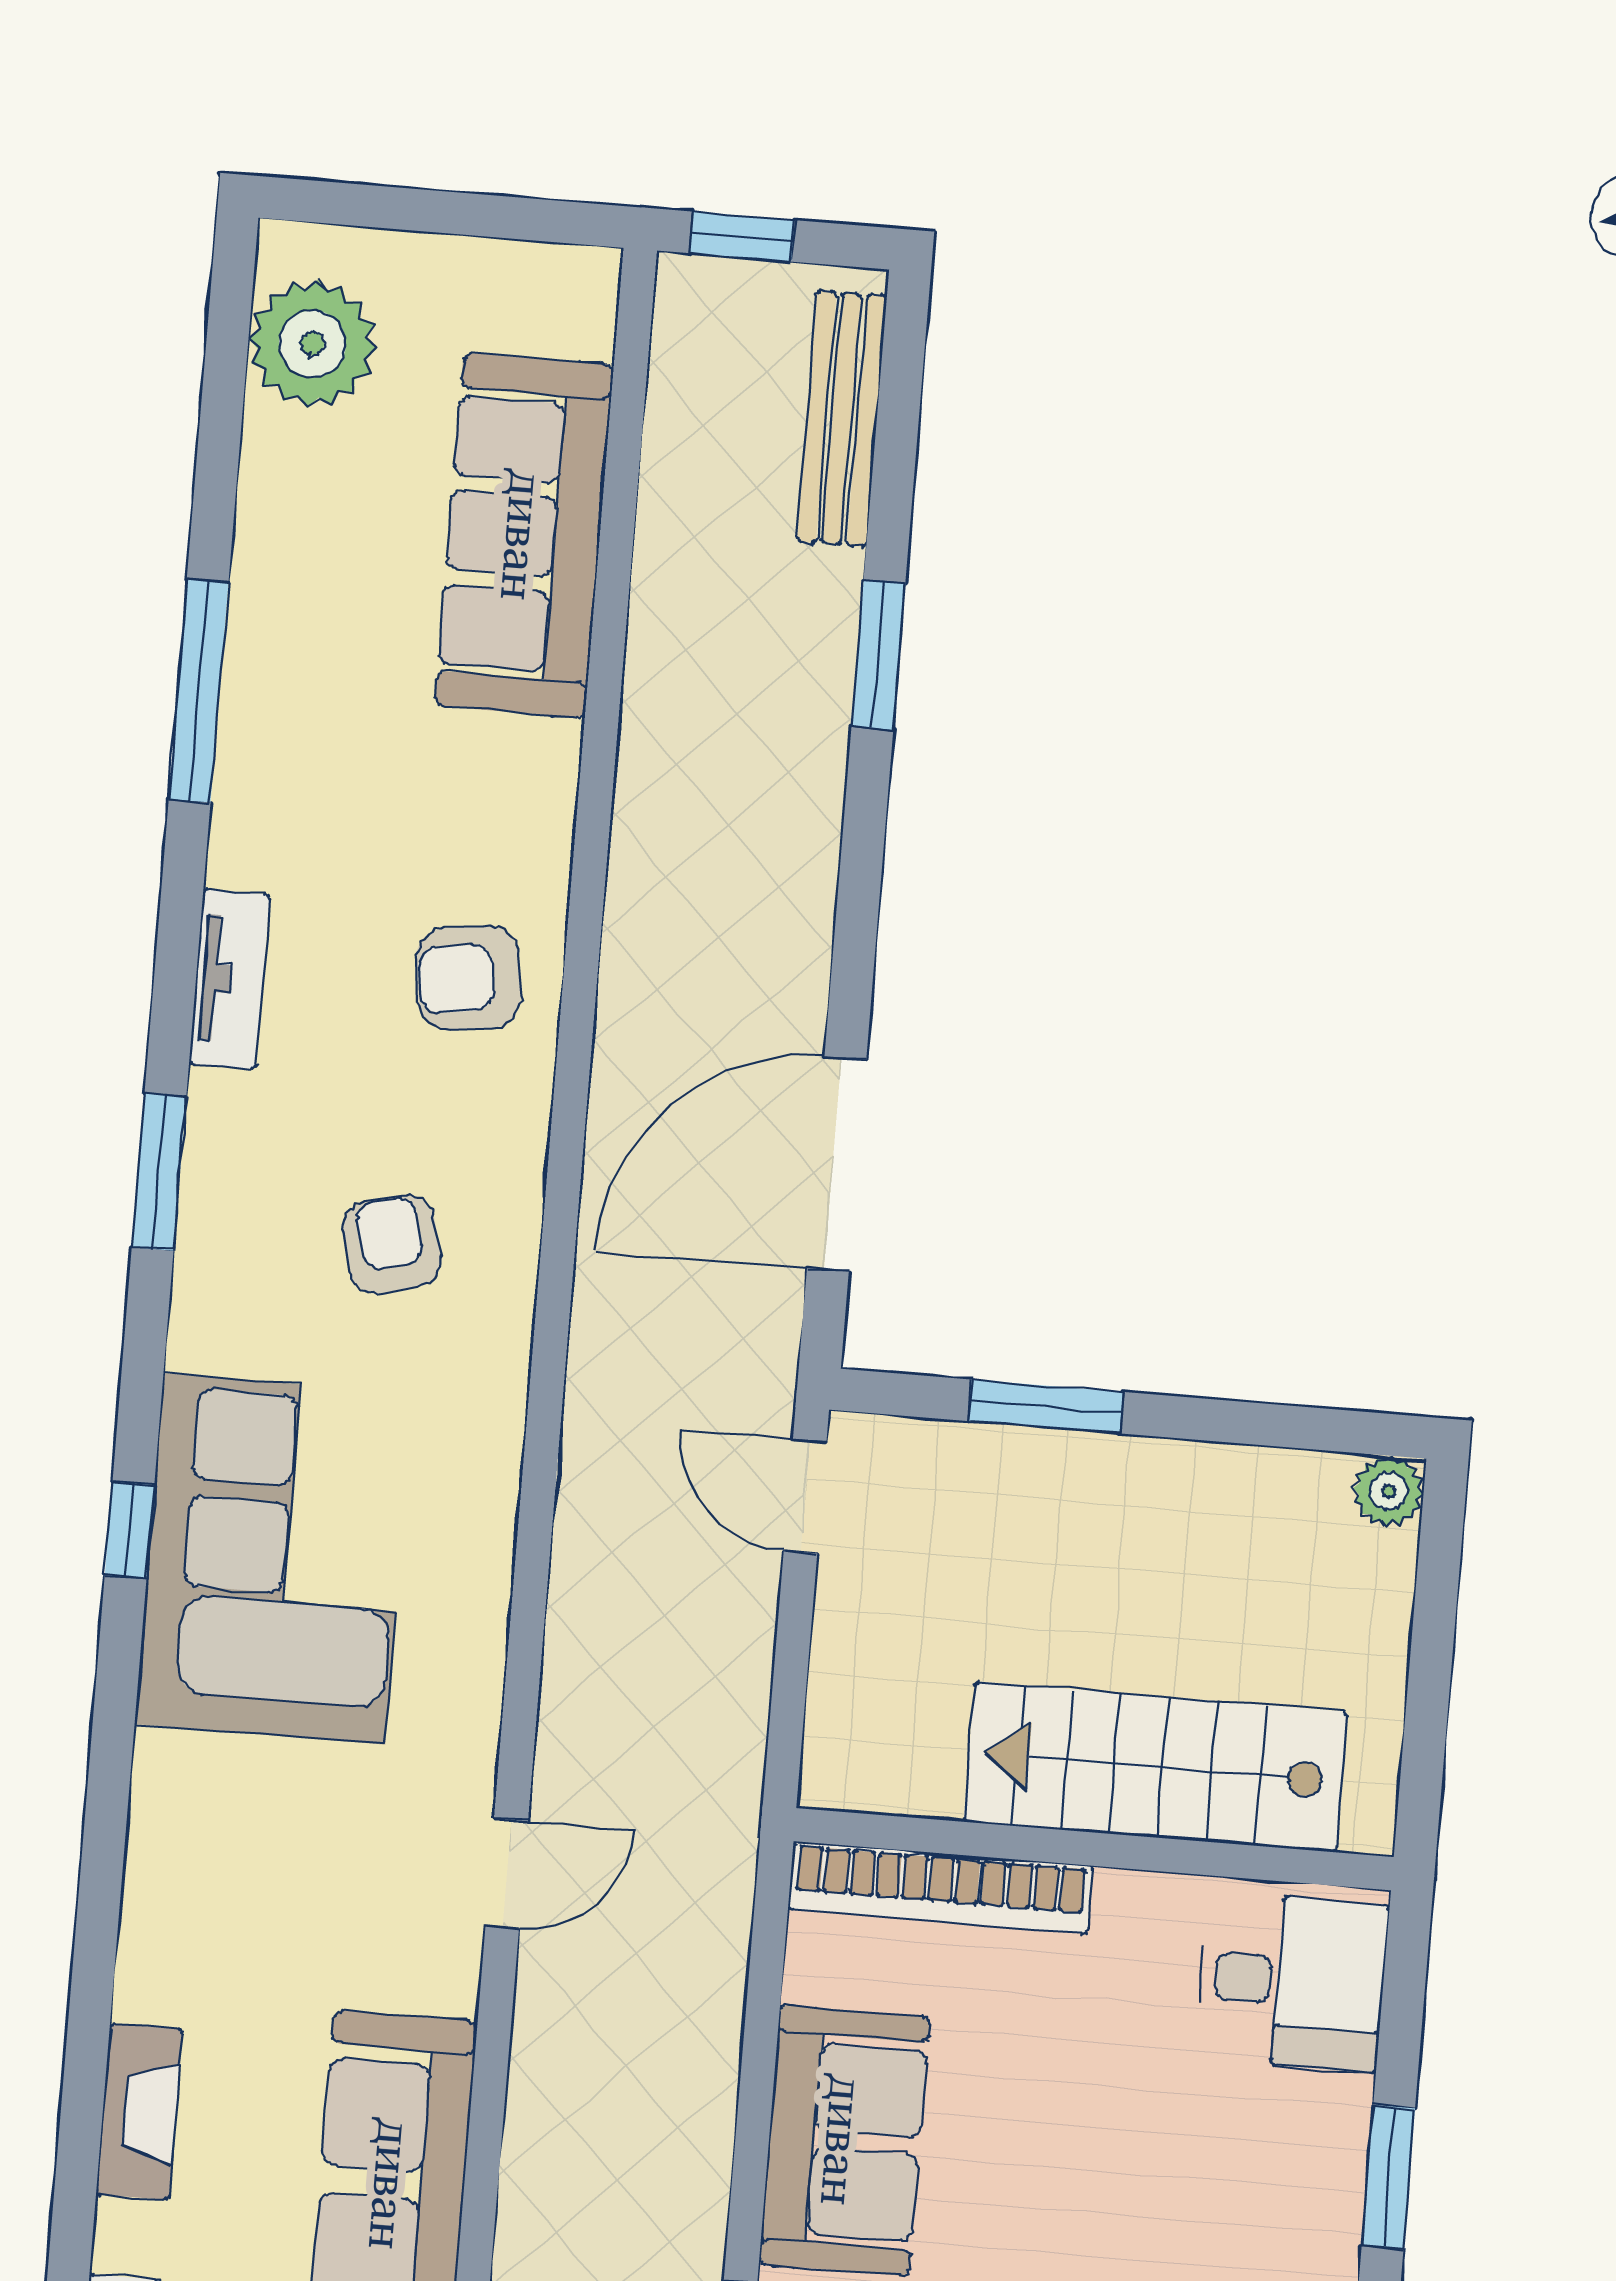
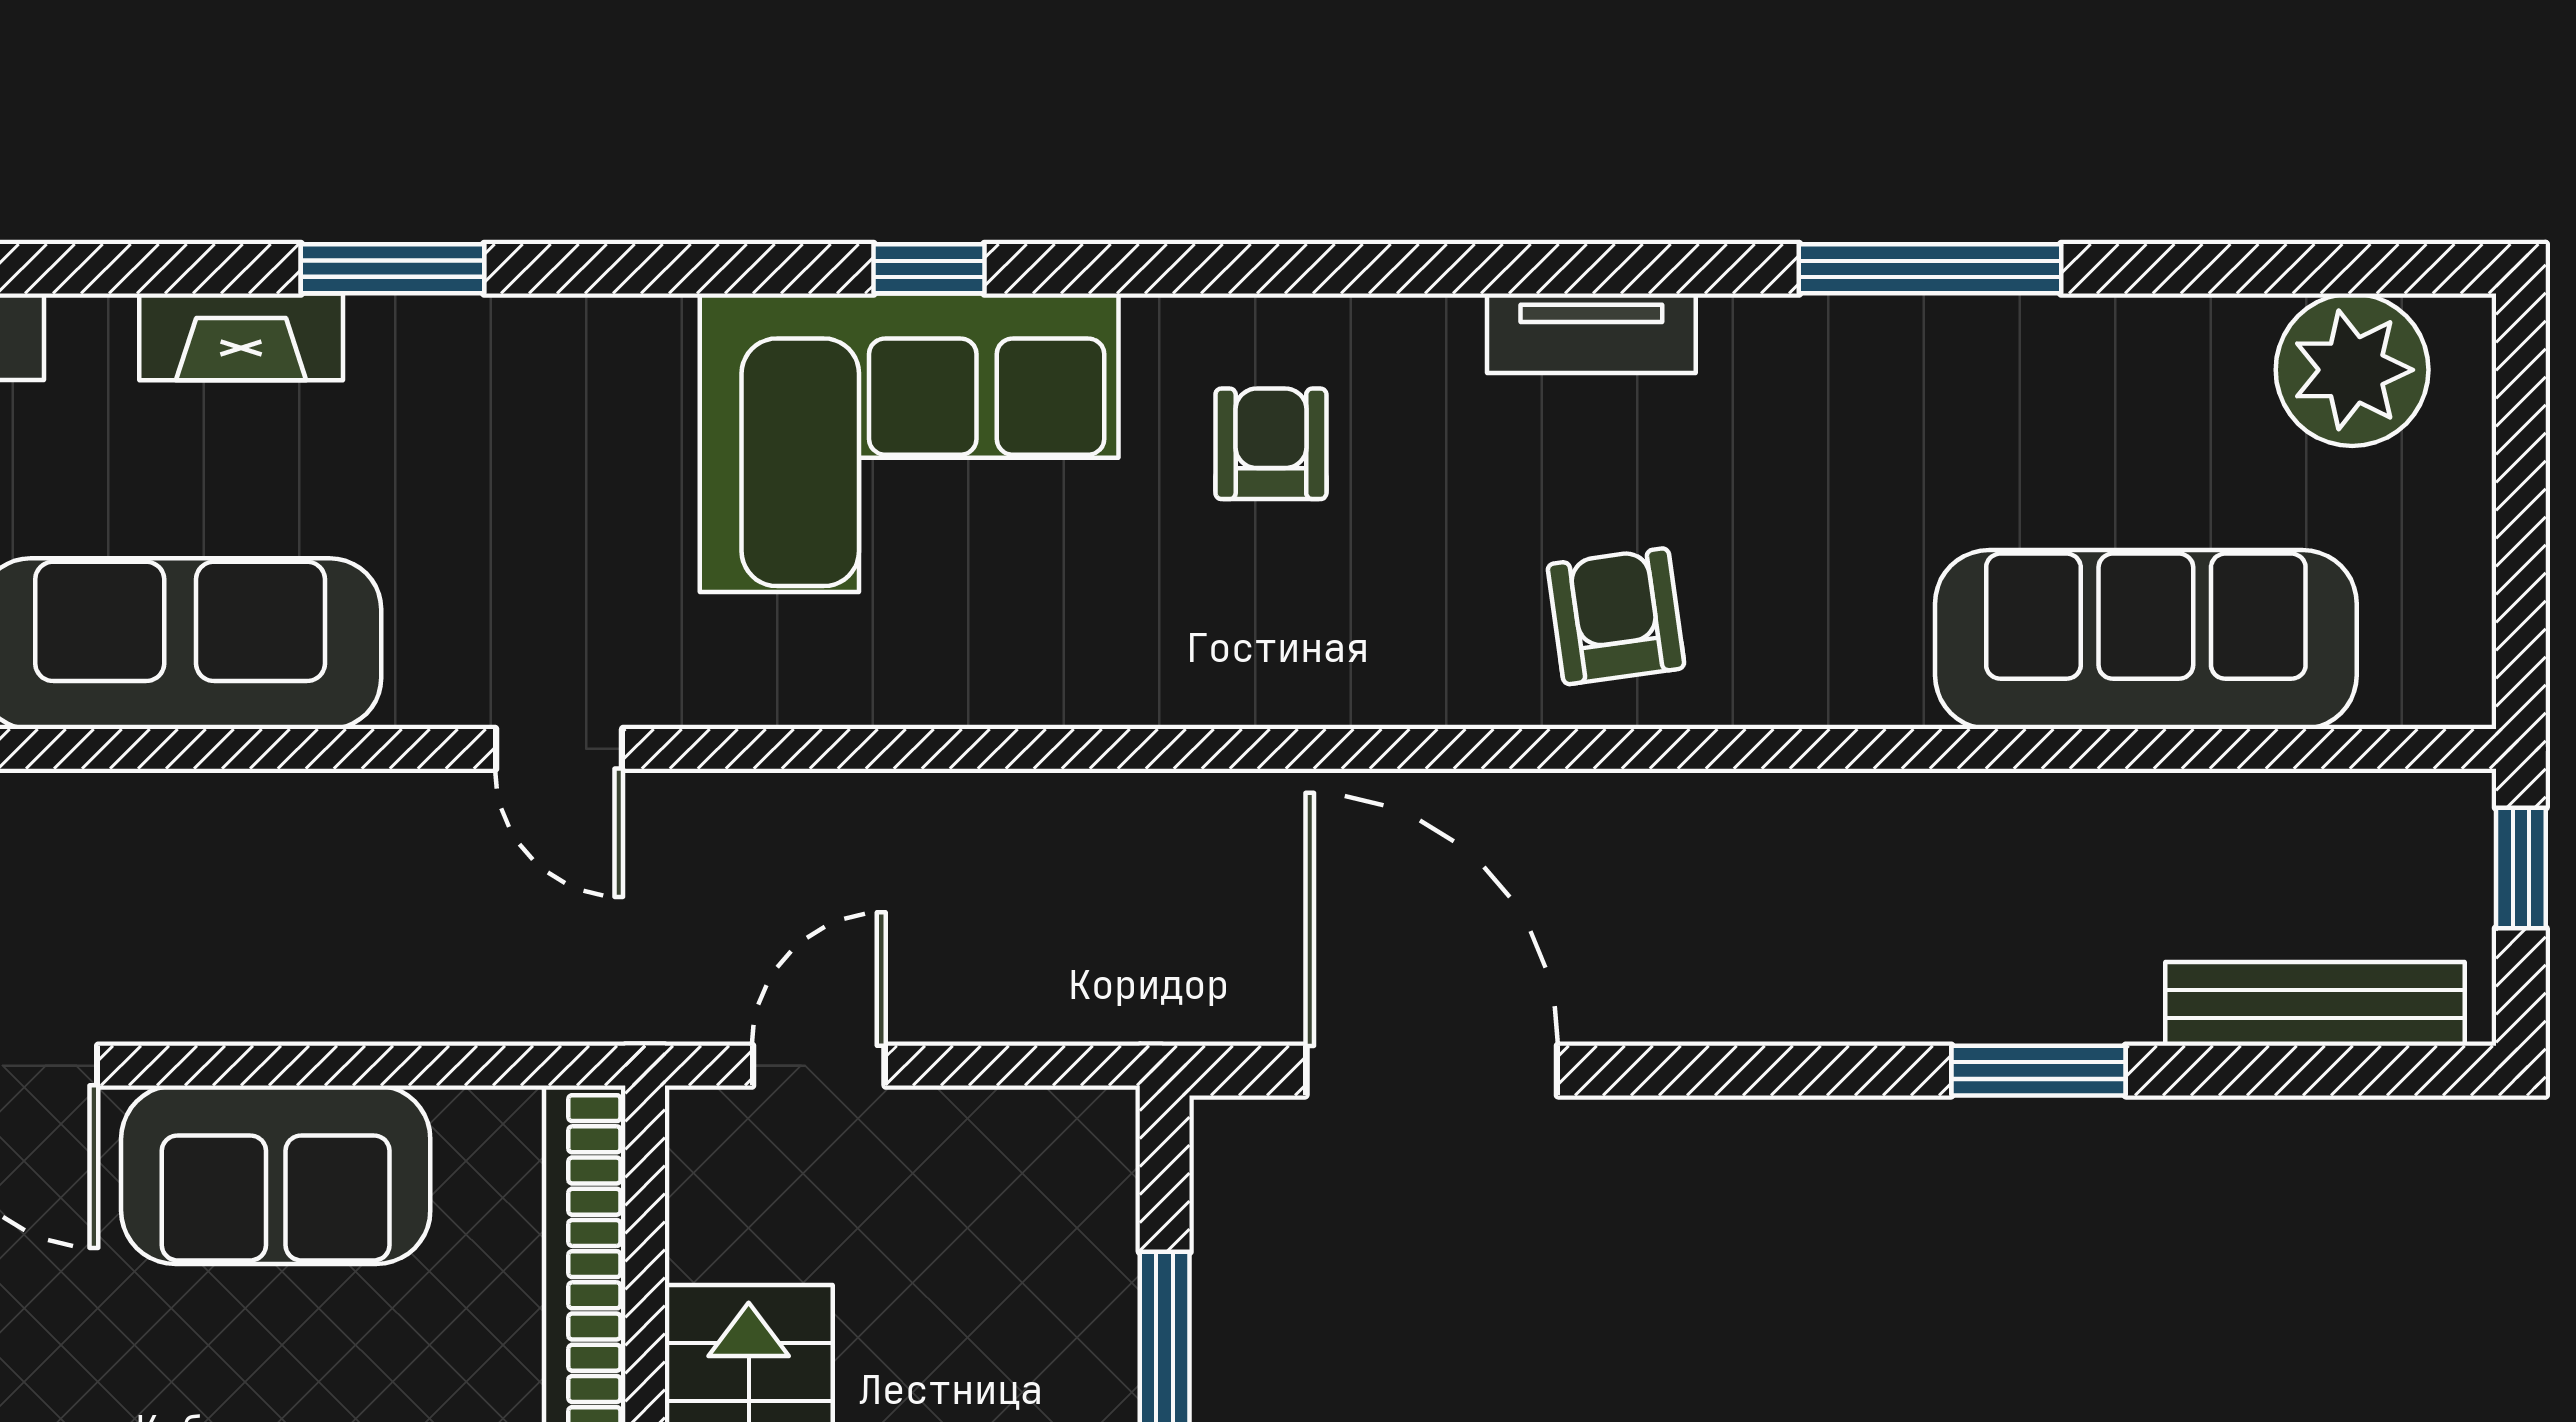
window: (159, 1172) -> (392, 269), moved
armchair: (392, 1244) -> (1271, 444), moved, turned -75
door: (805, 1496) -> (819, 1066), moved

